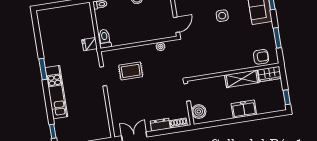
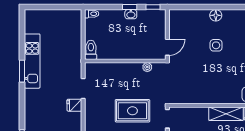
fridge: (90, 44) -> (74, 105), moved
rug: (131, 71) -> (132, 111), moved, width x1.36, depth x1.43
kitchen unit: (56, 92) -> (32, 61), moved

